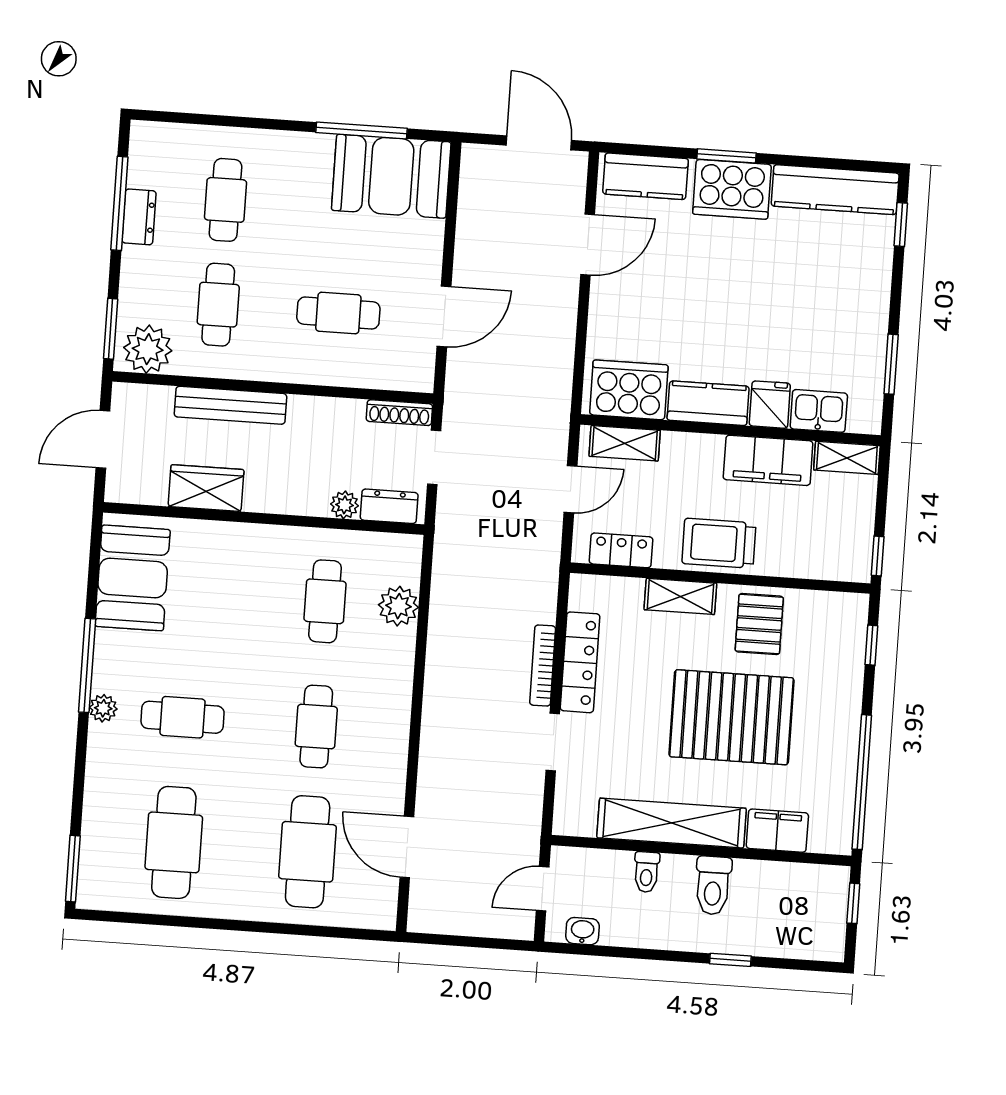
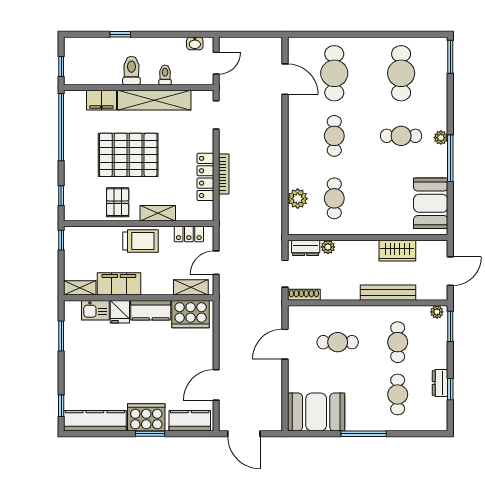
window: (361, 130) -> (364, 434), moved
window: (119, 203) -> (450, 389), width x0.46
plant: (148, 349) -> (437, 312), width x0.53, depth x0.53
doorway: (553, 742) -> (216, 115), moved

